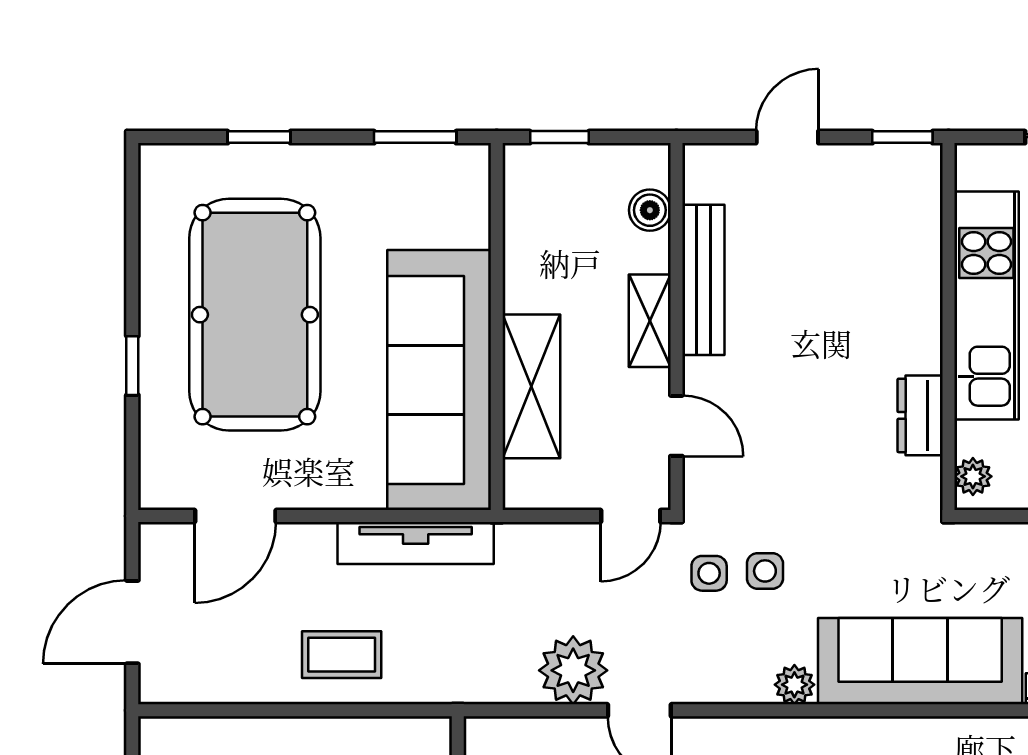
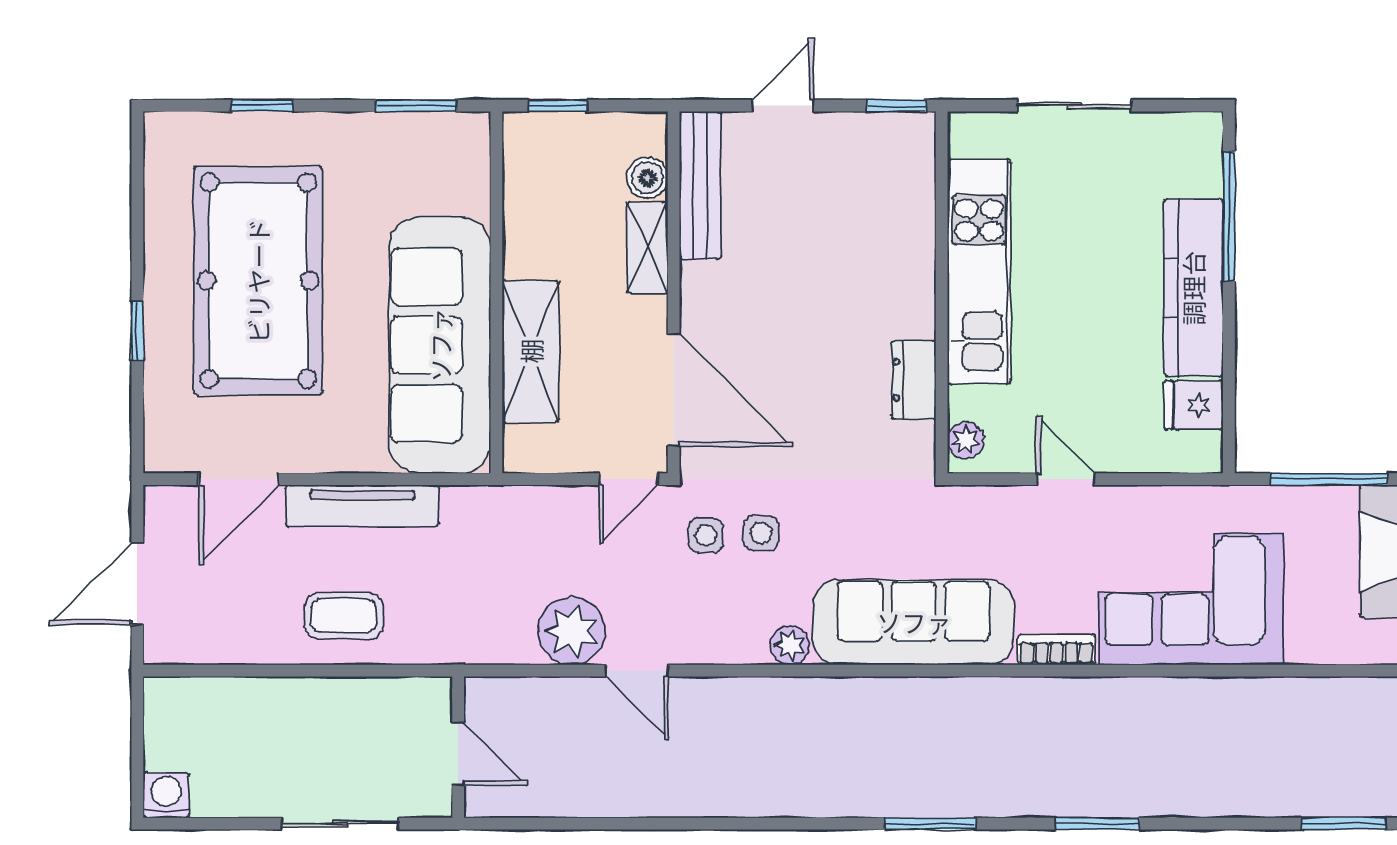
bench: (703, 280) -> (700, 186), moved
shelving: (650, 321) -> (647, 248), moved
door: (676, 426) -> (674, 390), width x1.88
tv unit: (416, 543) -> (362, 506), moved

